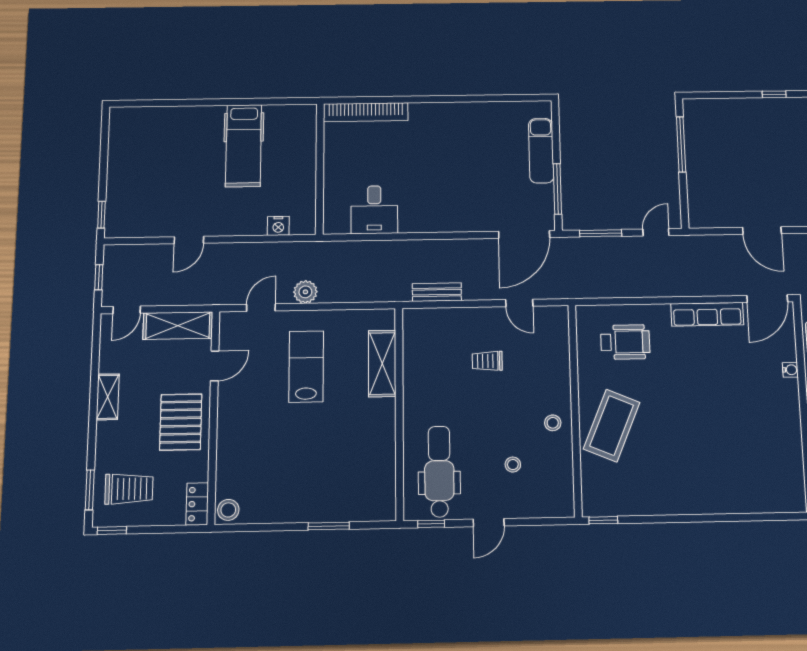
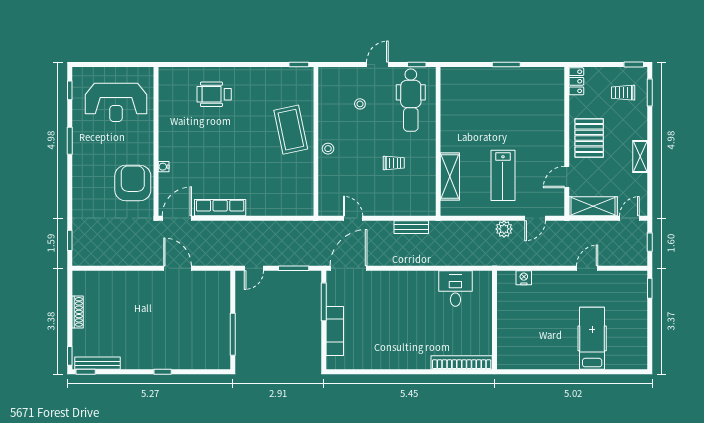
hospital bed: (244, 146) -> (592, 338), moved
wheelchair: (625, 342) -> (214, 94), moved
trolley: (487, 361) -> (394, 163), moved
stool: (553, 423) -> (328, 149), moved
coffee table: (612, 426) -> (291, 130), turned -35
trolley: (129, 489) -> (623, 93), width x0.73, depth x0.72
stool: (228, 510) -> (555, 77), removed
window: (329, 526) -> (506, 65), moved

